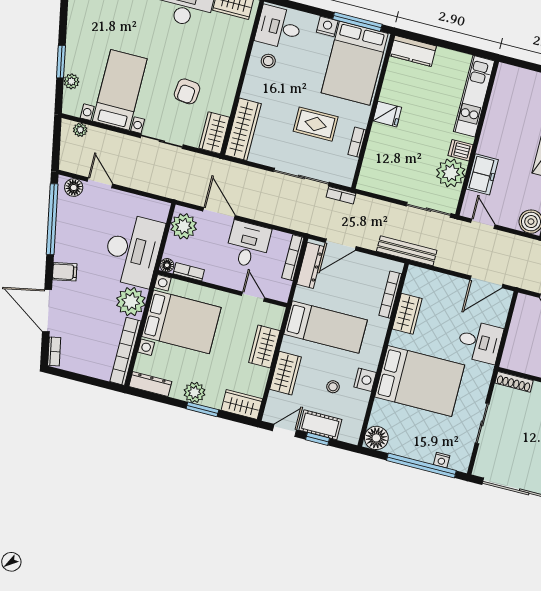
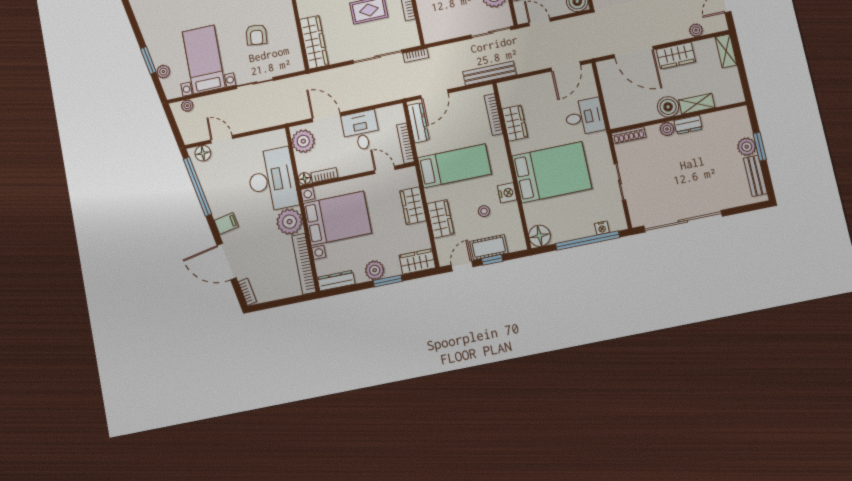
wardrobe: (214, 133) -> (293, 56), removed
bookcase: (293, 258) -> (405, 143), moved

